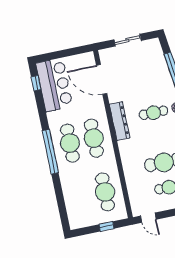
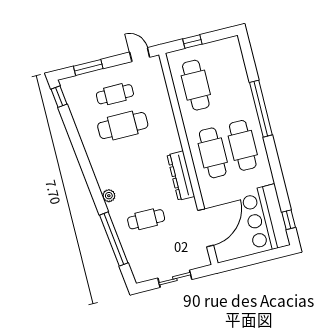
door: (102, 79) -> (206, 228), hinge flipped
cafe table: (153, 113) -> (146, 219), moved
window: (50, 152) -> (261, 109), moved

